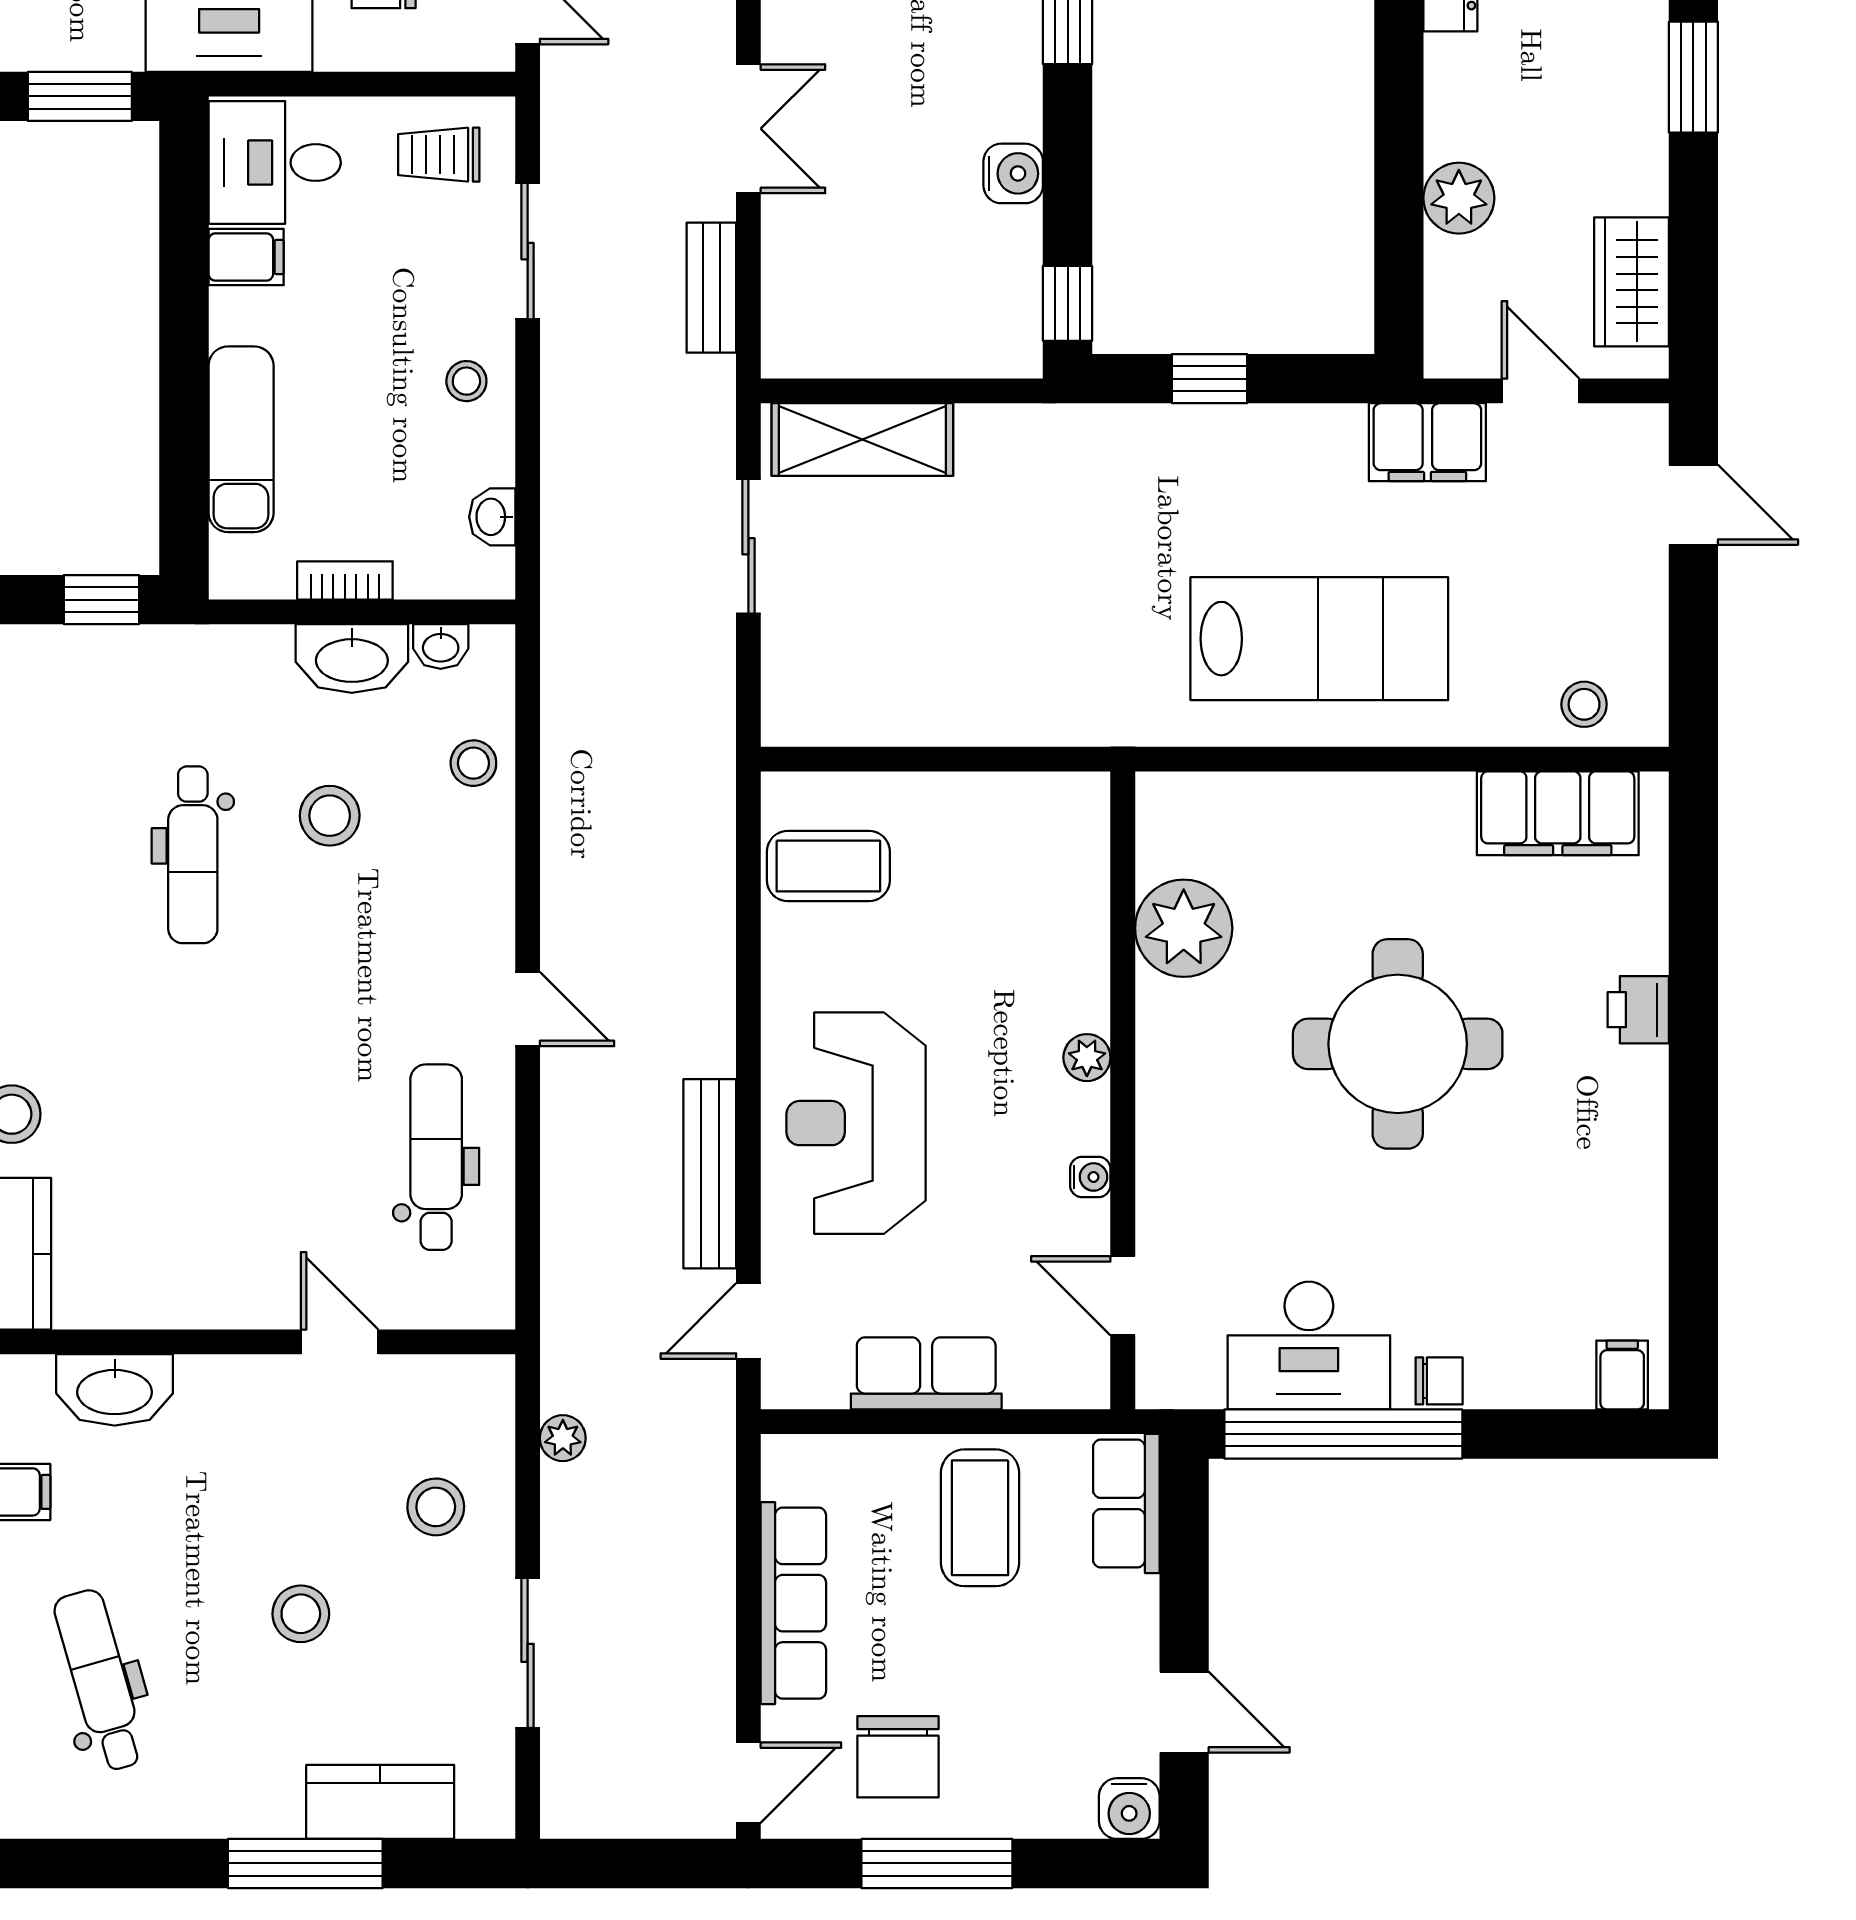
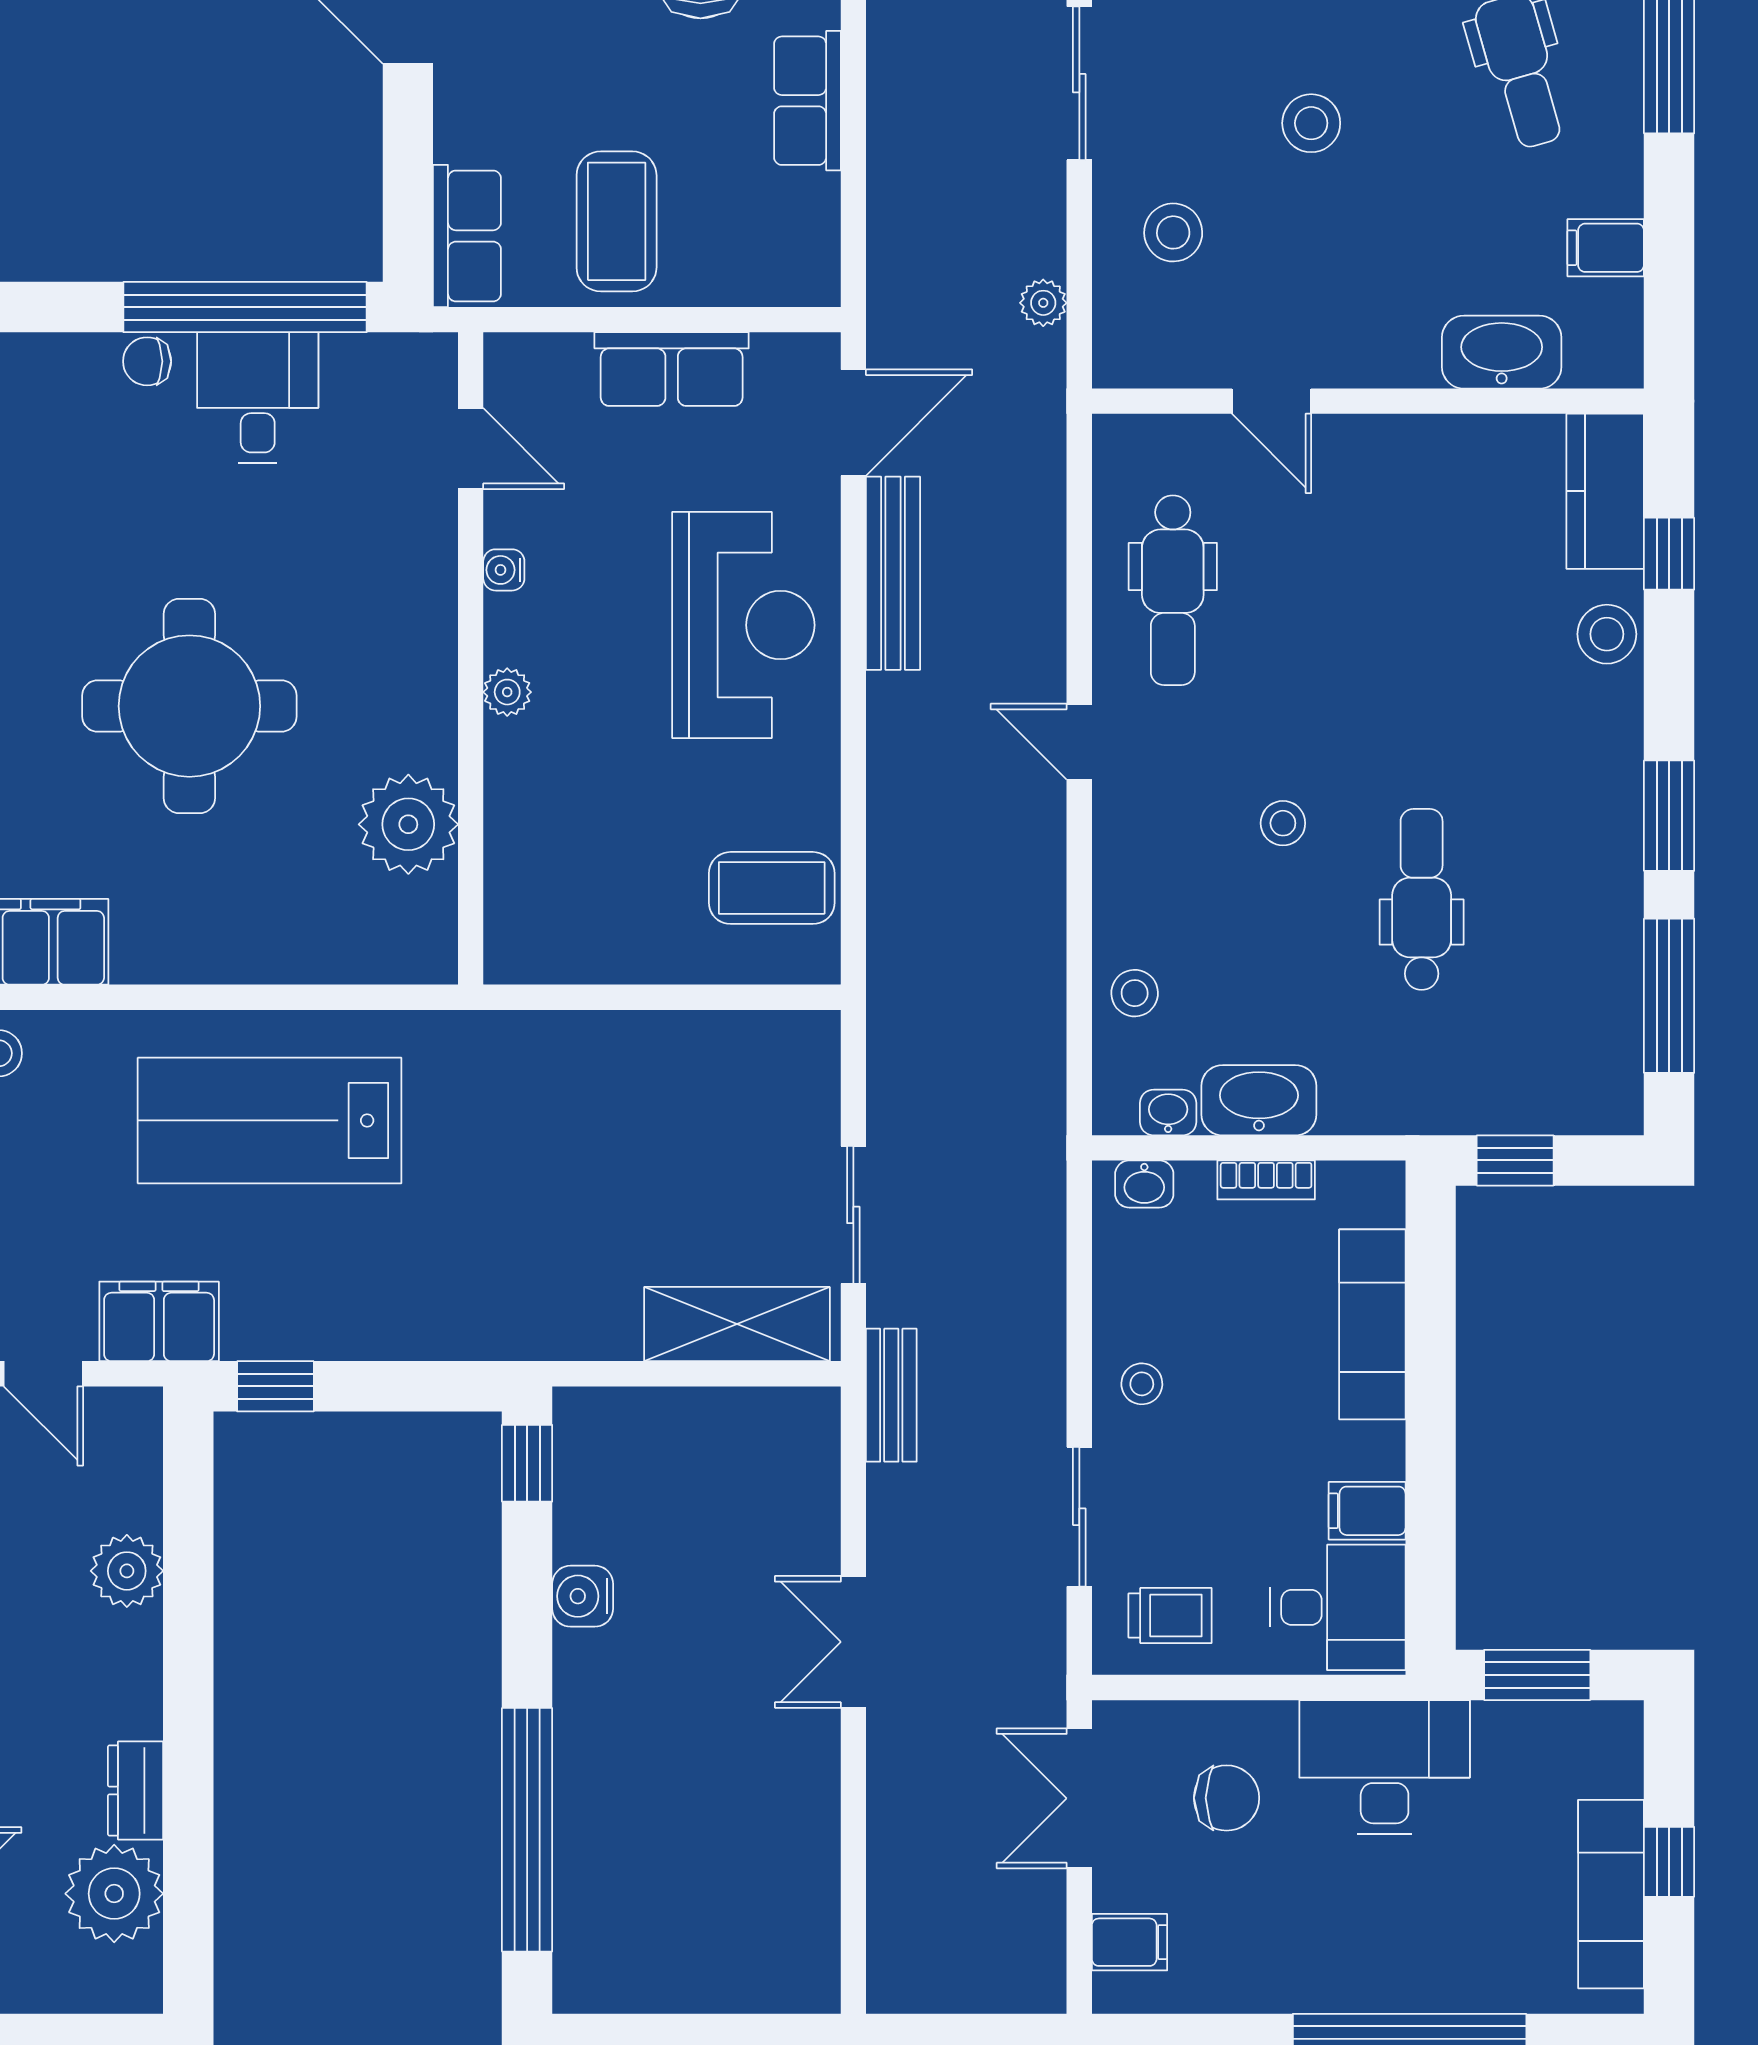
bench: (711, 288) -> (891, 1395), moved
window: (1210, 379) -> (275, 1386), moved
washbasin: (492, 517) -> (1144, 1184), moved, turned 90
stool: (330, 816) -> (1283, 823), moved, width x0.73, depth x0.73
door: (748, 1321) -> (853, 423), width x1.37
desk: (1309, 1346) -> (258, 398), width x0.73
row of seats: (793, 1603) -> (807, 101), width x0.68

